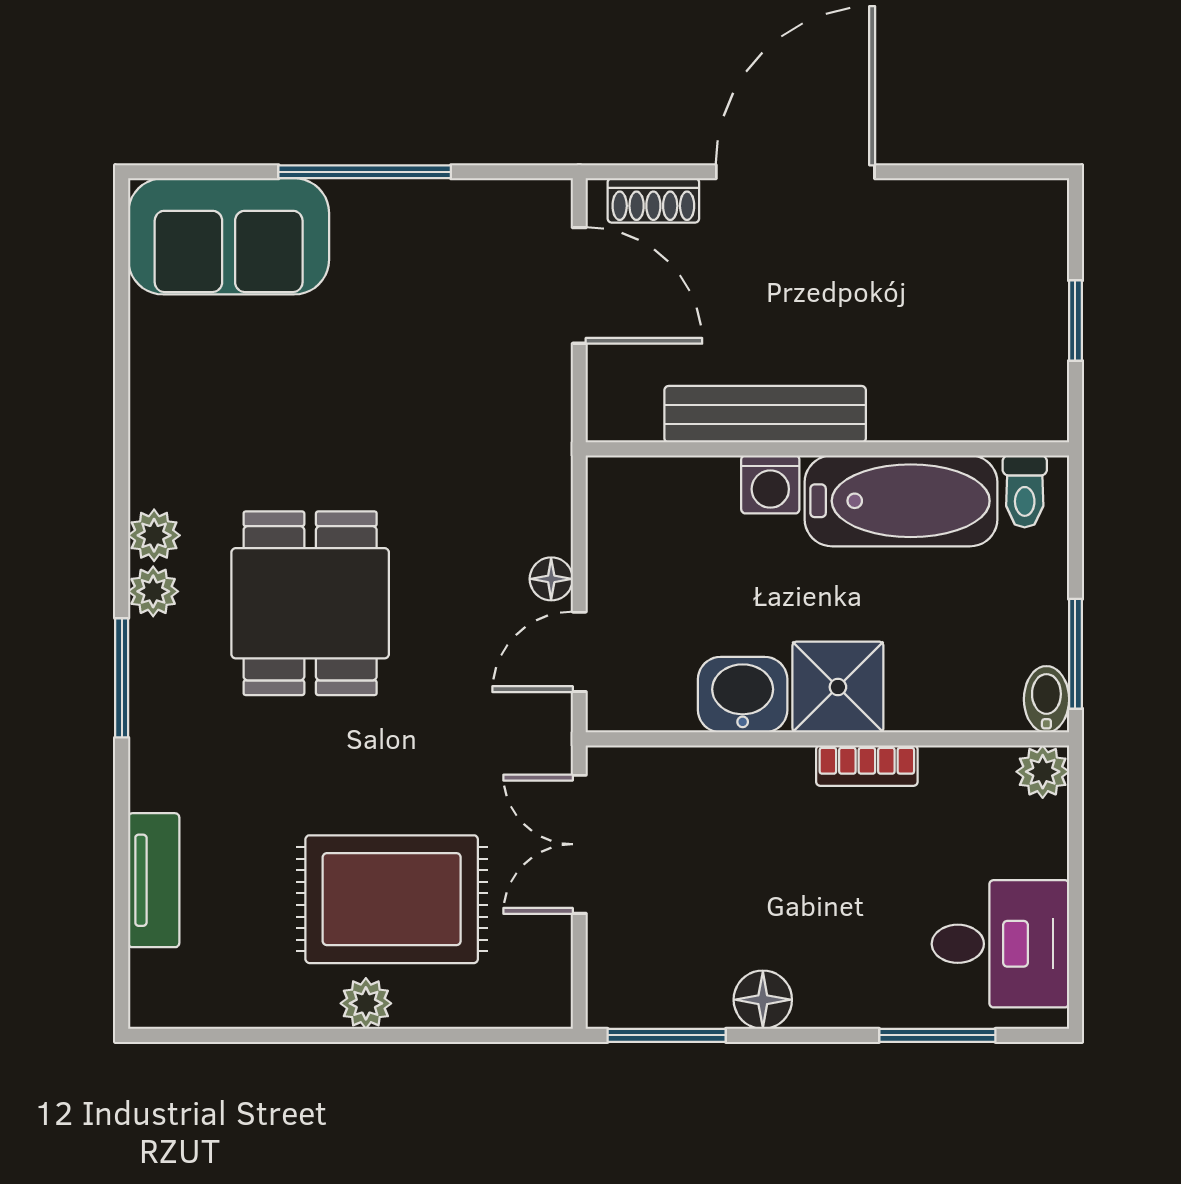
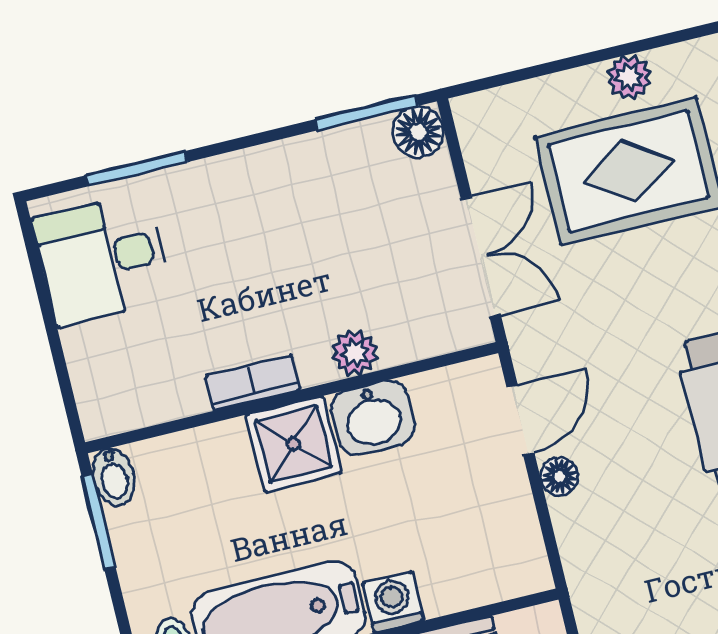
plant: (1043, 772) -> (355, 353), moved
floor lamp: (763, 1000) -> (418, 132), moved

